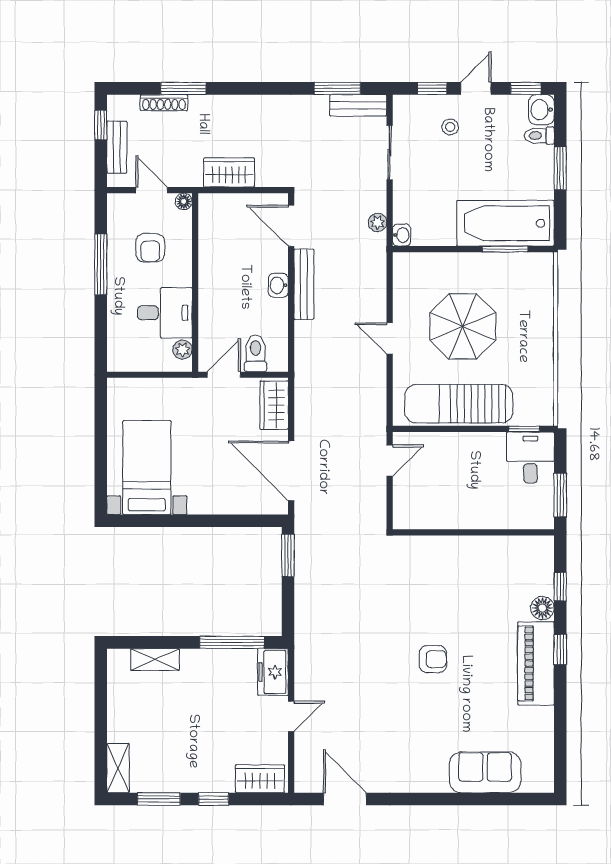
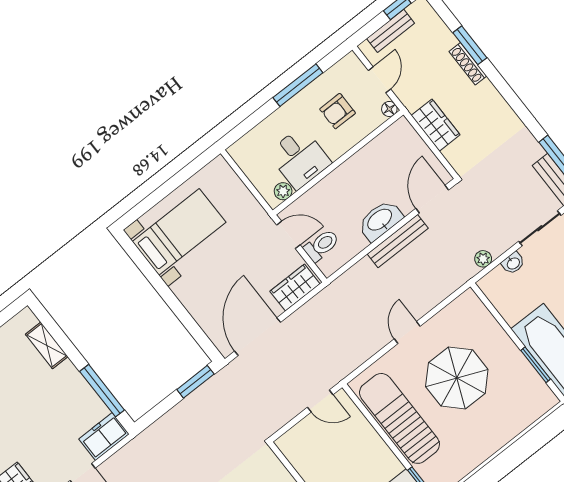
shoe rack: (164, 103) -> (468, 64), moved
washbasin: (402, 235) -> (513, 263), moved
washbasin: (278, 285) -> (380, 220), width x1.91, depth x1.45

